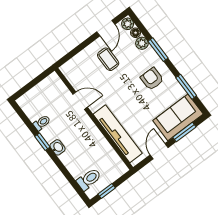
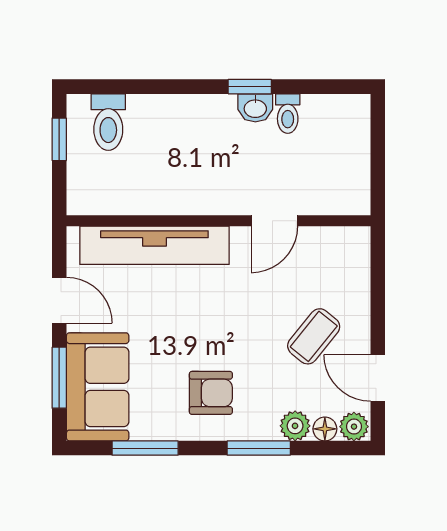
coffee table: (108, 59) -> (314, 336), turned -51
washbasin: (58, 147) -> (255, 108), moved

